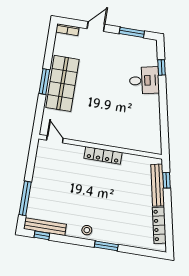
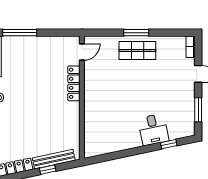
shop shelf: (62, 83) -> (137, 50), width x0.70, depth x0.74
locker: (103, 155) -> (74, 83), moved
window: (167, 180) -> (48, 170), moved

